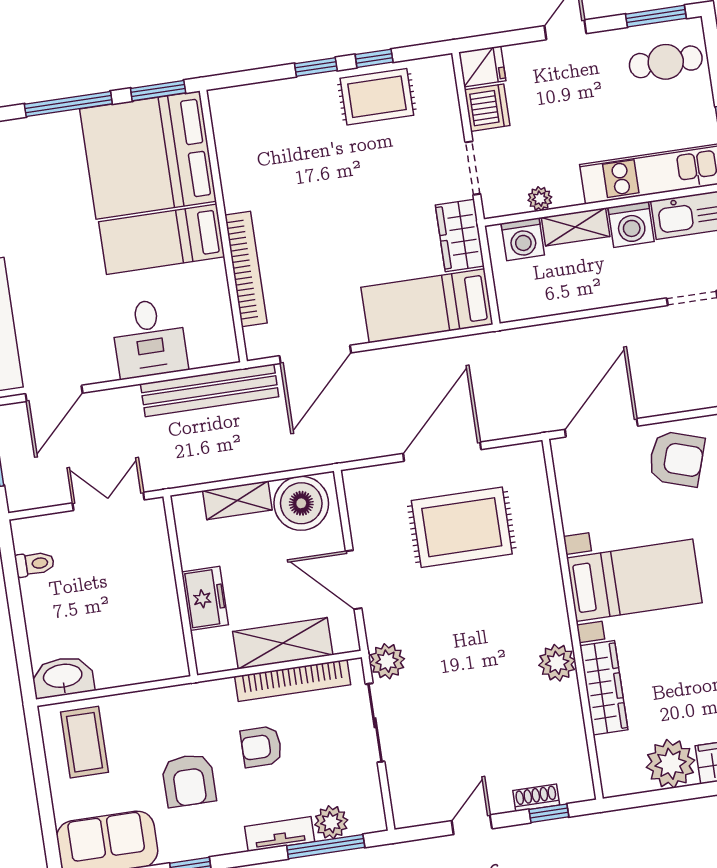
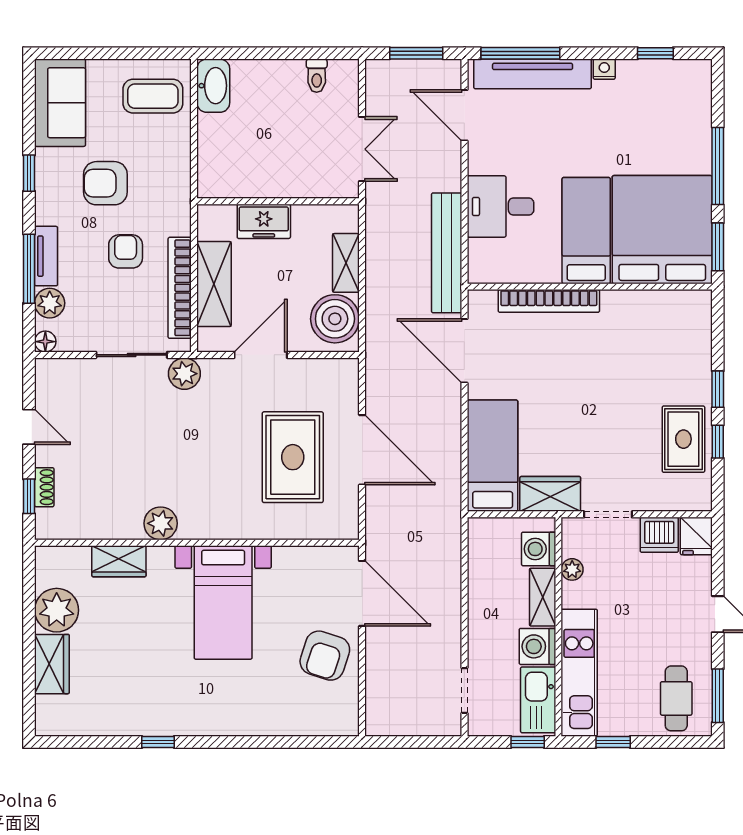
wardrobe: (604, 688) -> (119, 561), width x0.67
floor lamp: (374, 821) -> (45, 342), added
window: (326, 847) -> (29, 269), moved

